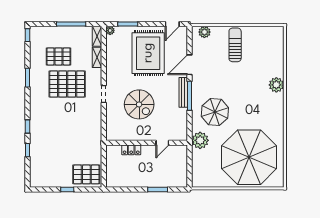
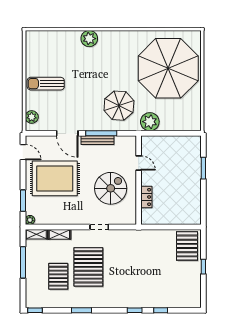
wall: (147, 143) -> (139, 180), moved
door: (162, 143) -> (139, 163), moved
locker: (131, 150) -> (146, 197), moved

